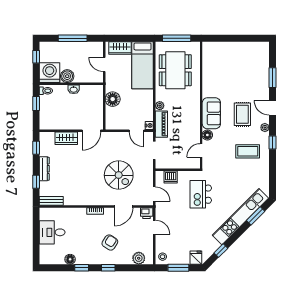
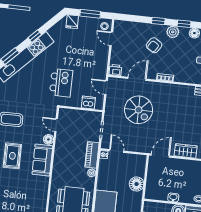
door: (201, 150) -> (56, 125), swing flipped
spiral stairs: (119, 175) -> (139, 110), turned 180
door: (154, 227) -> (111, 39), moved
window: (221, 251) -> (35, 36), moved
plant: (139, 258) -> (173, 32), moved

